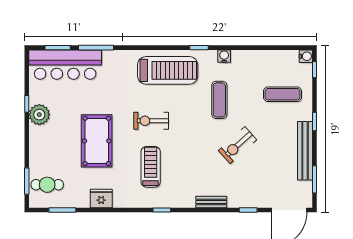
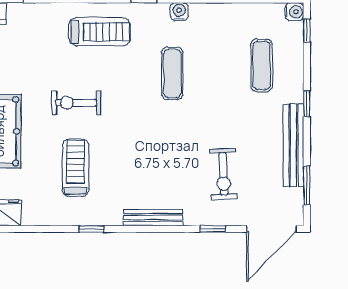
treadmill: (168, 70) -> (100, 32), width x0.73, depth x0.73
exercise mat: (282, 94) -> (262, 65), turned 90
exercise bike: (238, 145) -> (223, 174), moved, turned -50
bench: (211, 202) -> (153, 218), width x1.36

